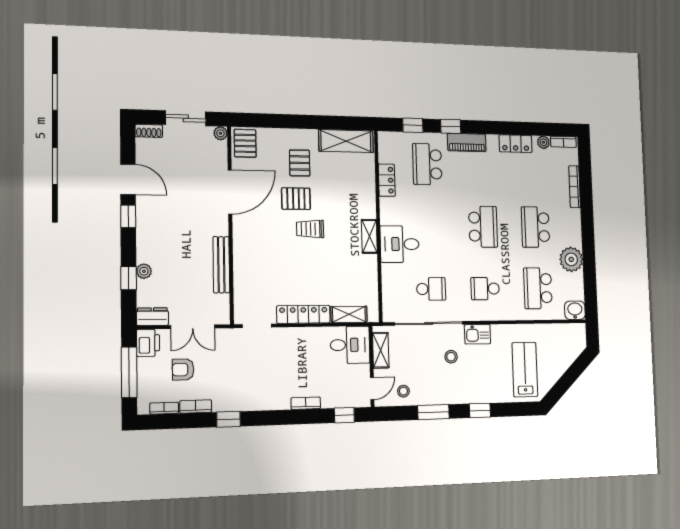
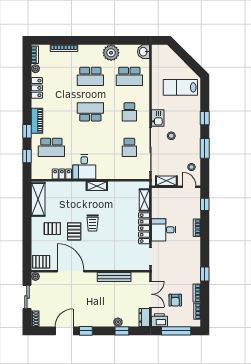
desk: (400, 244) -> (84, 167), moved
school desk: (431, 289) -> (129, 147), turned 180
desk: (350, 345) -> (164, 230), moved, turned -90

